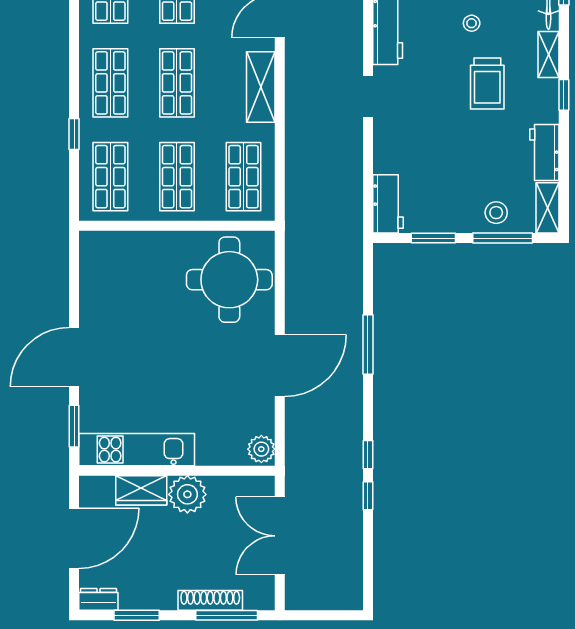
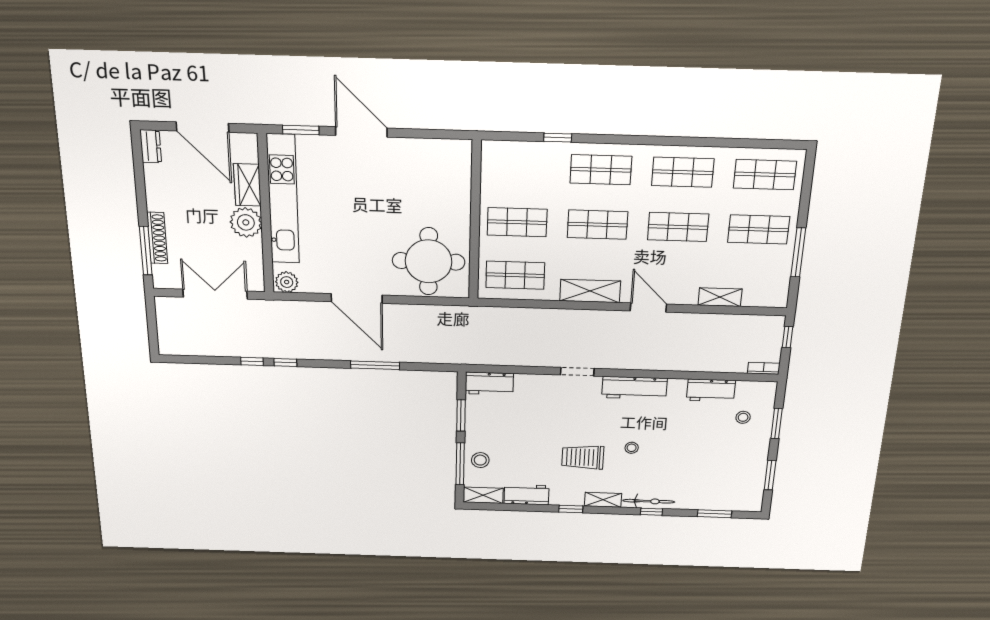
shop shelf: (110, 177) -> (519, 167), removed
kitchen unit: (137, 450) -> (283, 199), width x1.36
window: (137, 615) -> (140, 178), removed

